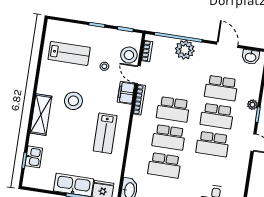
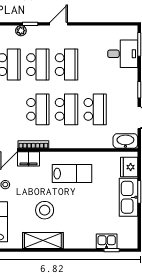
shelving: (41, 115) -> (43, 241), moved

